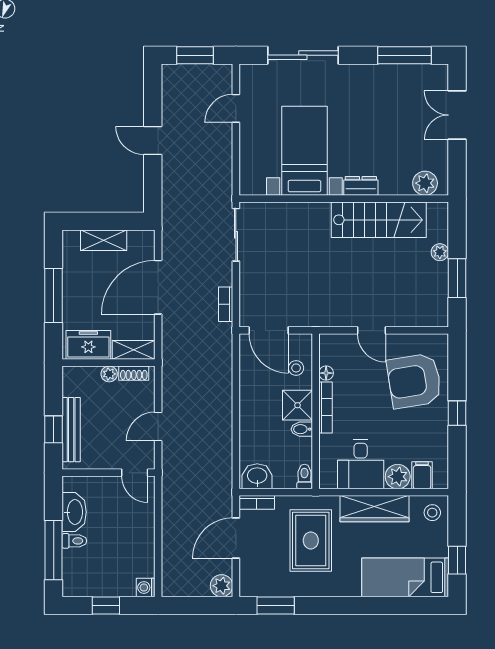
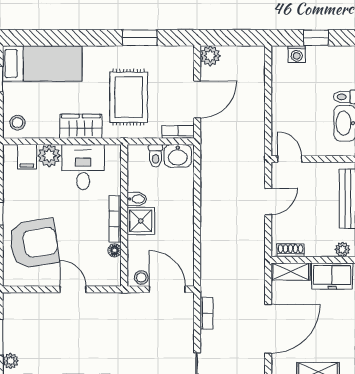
stool: (296, 368) -> (141, 277), moved
plant: (109, 374) -> (342, 249), moved
toilet: (304, 476) -> (156, 156), moved
wardrobe: (374, 509) -> (81, 126), width x0.67
washing machine: (146, 588) -> (297, 54), moved, turned 90
window: (276, 605) -> (140, 38), moved

